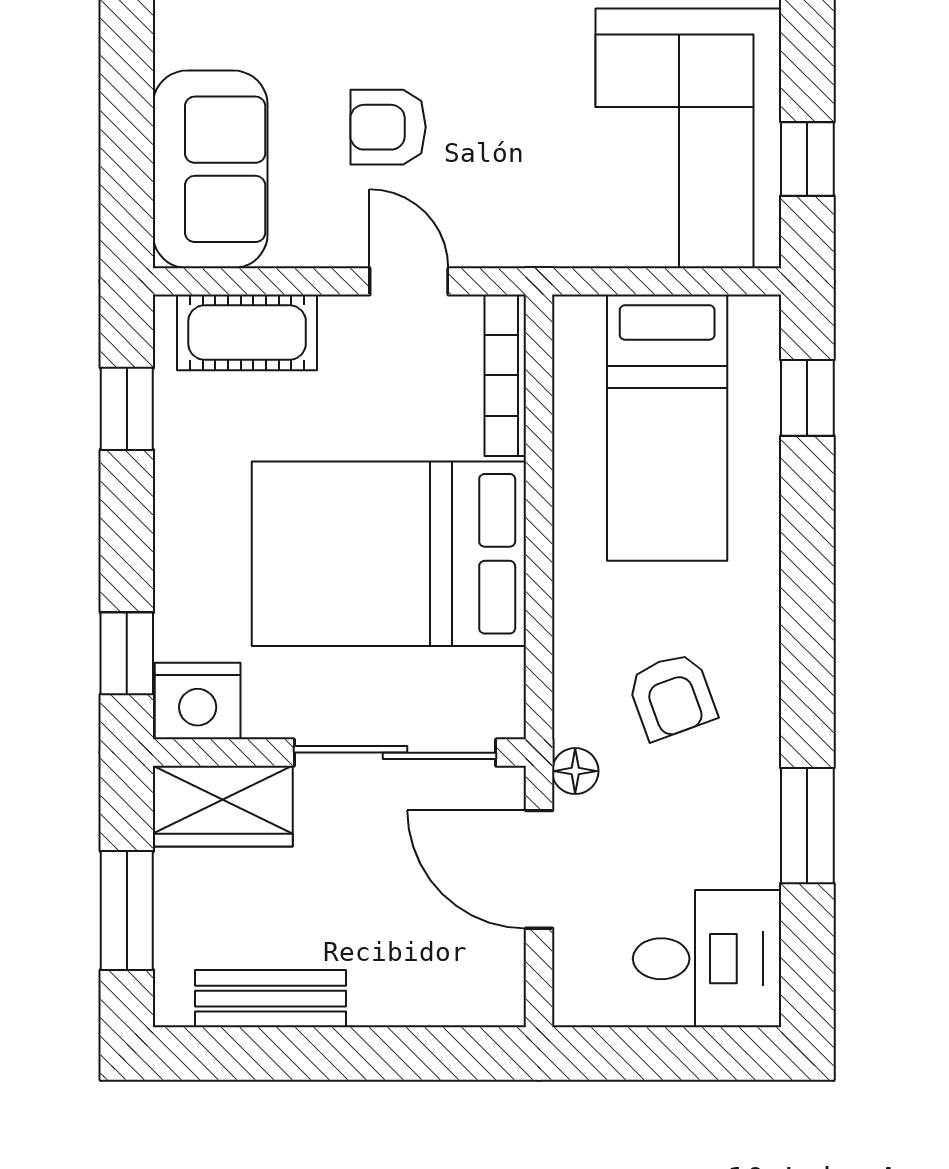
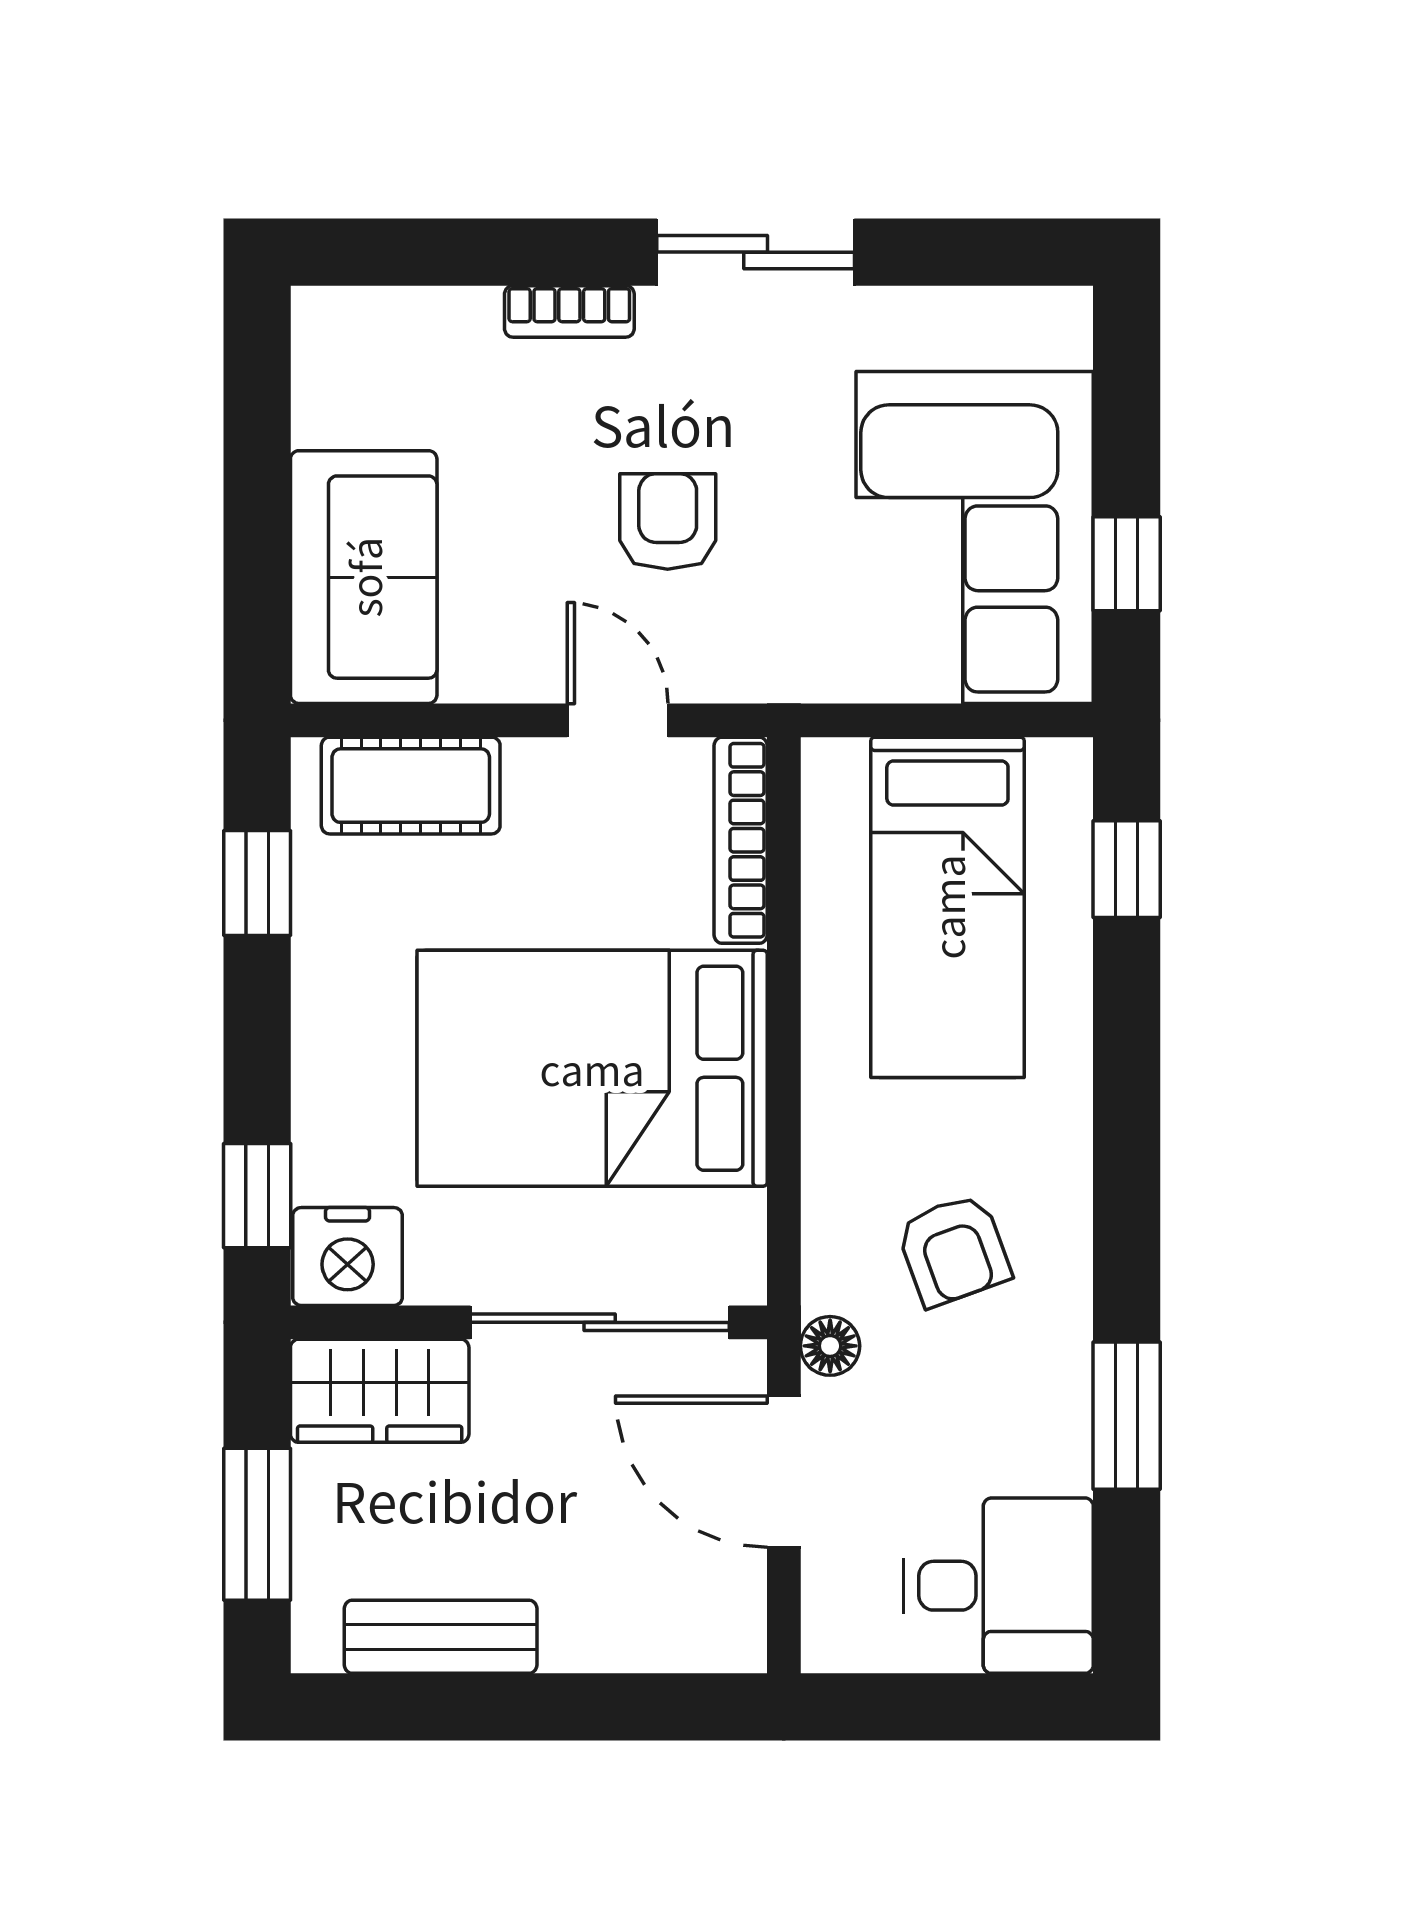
armchair: (388, 127) -> (668, 521), moved, turned 90

